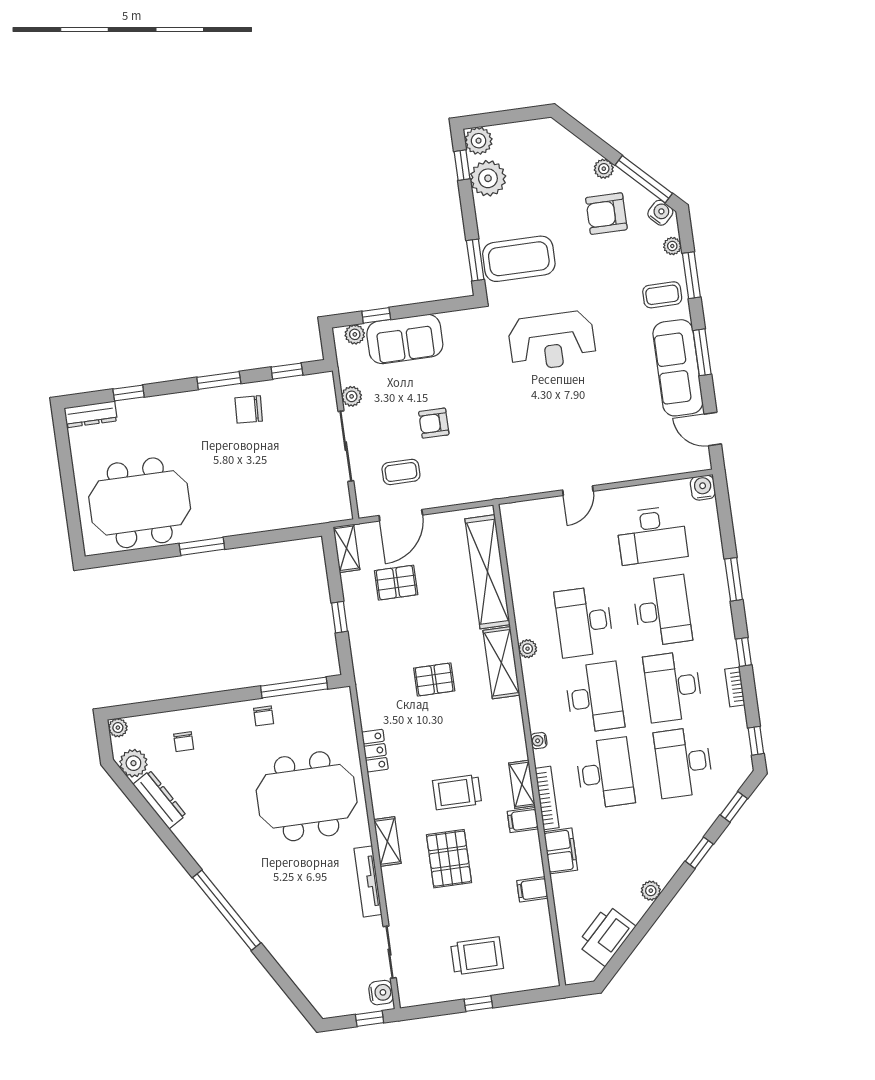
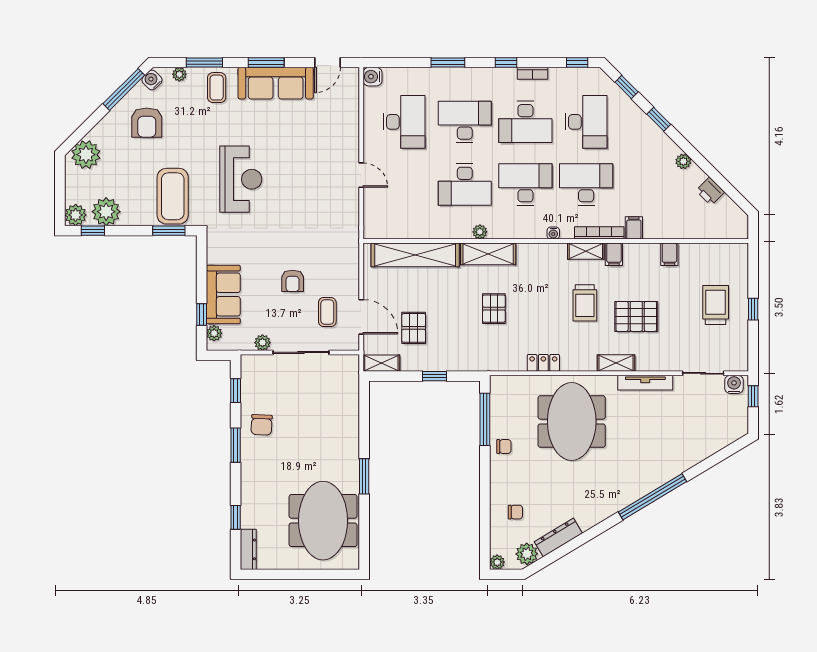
plant: (604, 169) -> (86, 155), moved, width x1.87, depth x1.87
desk: (683, 762) -> (586, 122), turned -90
filing cabinet: (561, 851) -> (634, 228), width x0.50
printer: (606, 935) -> (710, 191), width x0.53, depth x0.68

